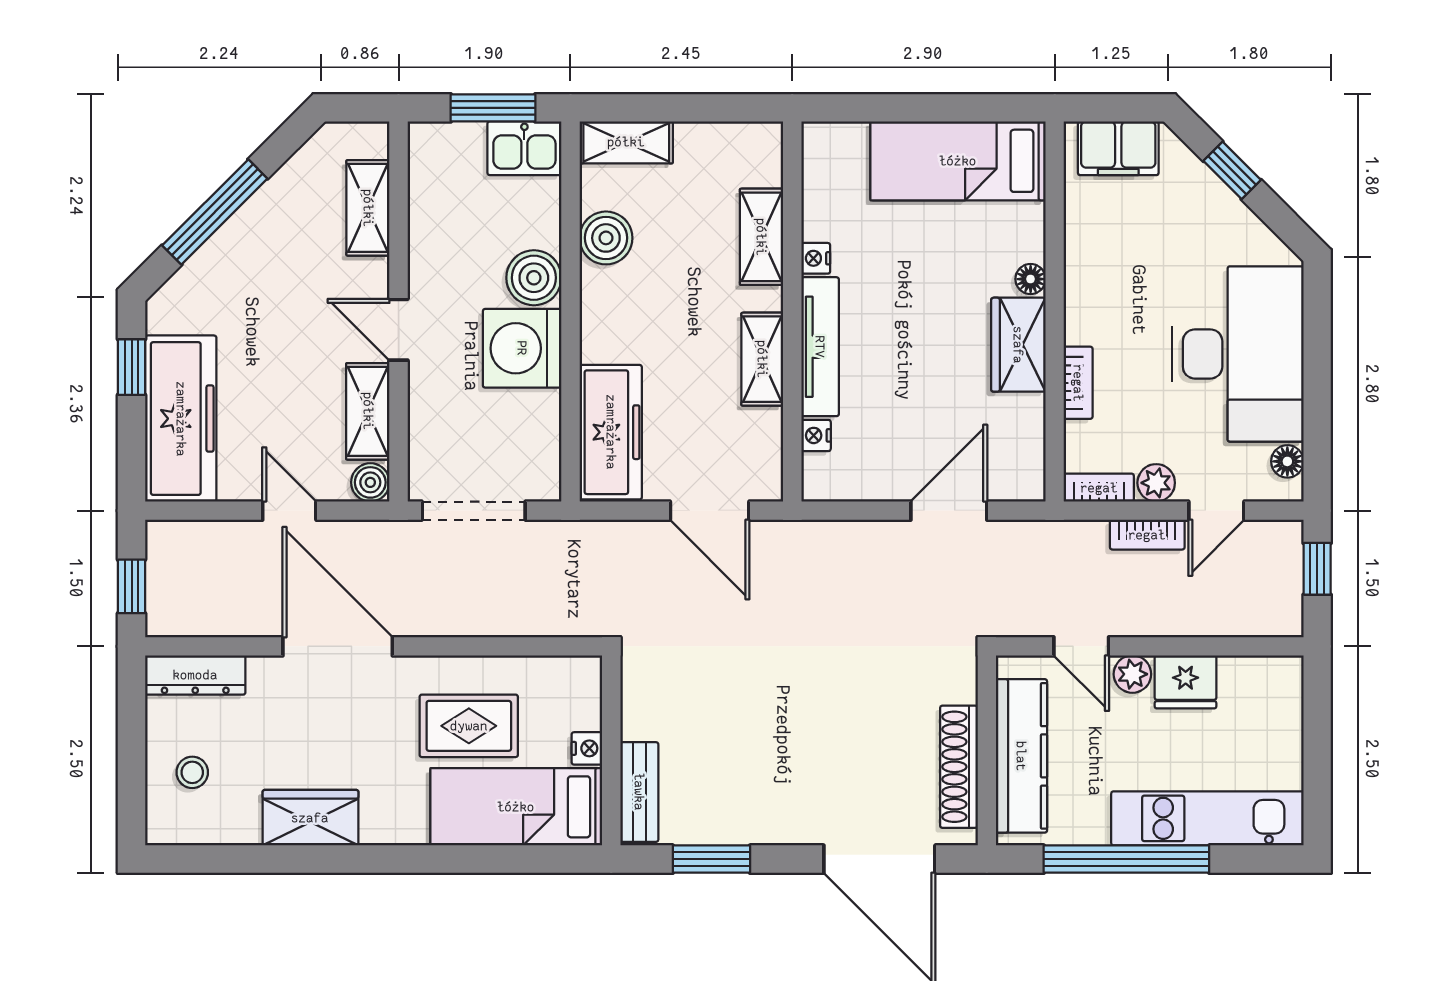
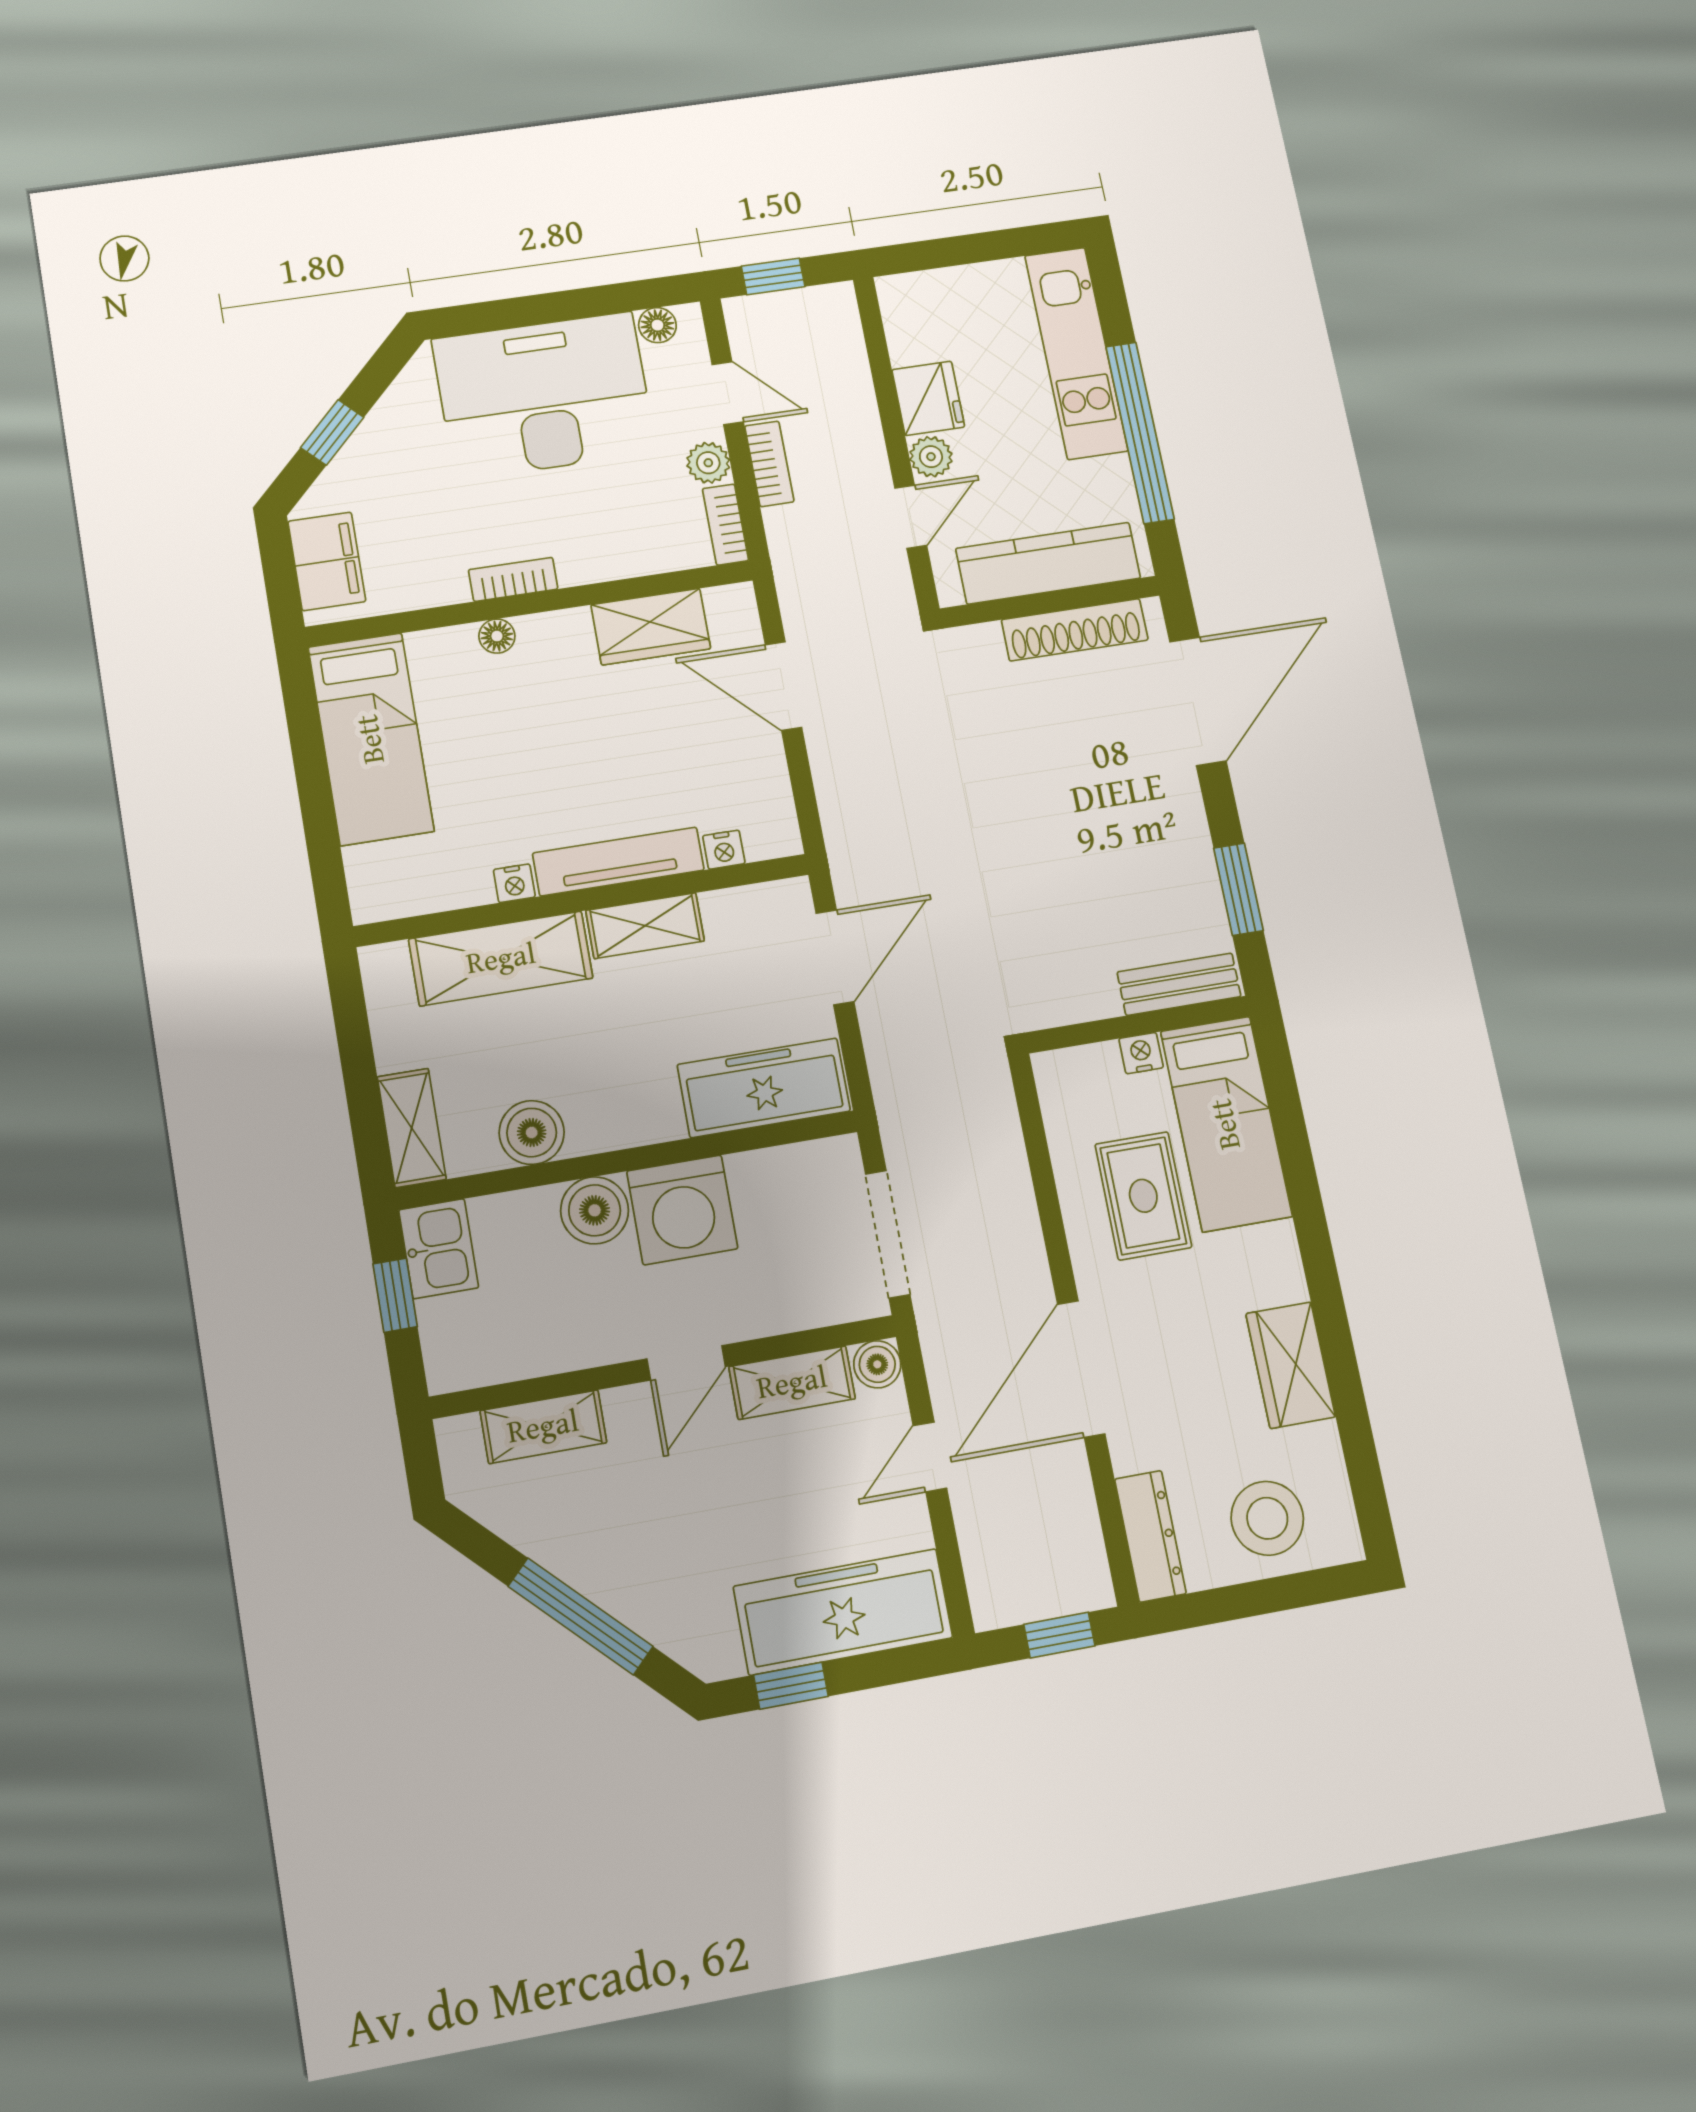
window: (493, 108) -> (395, 1295), width x0.67
shelving: (761, 237) -> (501, 959), width x1.50, depth x1.33
wardrobe: (1018, 345) -> (651, 627), moved
bookcase: (1078, 383) -> (513, 579), moved
stool: (192, 772) -> (1267, 1518), width x1.89, depth x1.89

